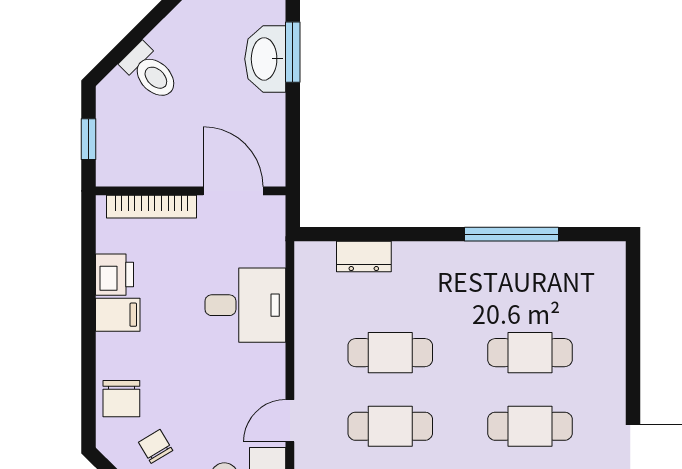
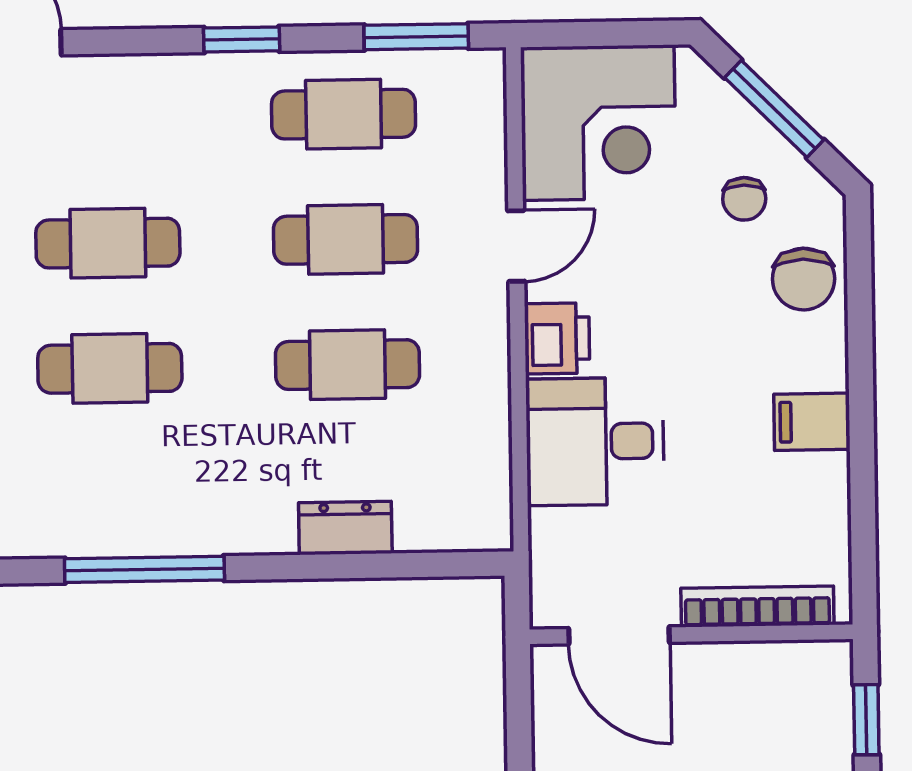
dresser: (364, 257) -> (345, 528), moved
printer: (114, 275) -> (557, 338), moved, turned 180
chair: (121, 399) -> (804, 279), turned 180
chair: (156, 446) -> (744, 199), turned 31

